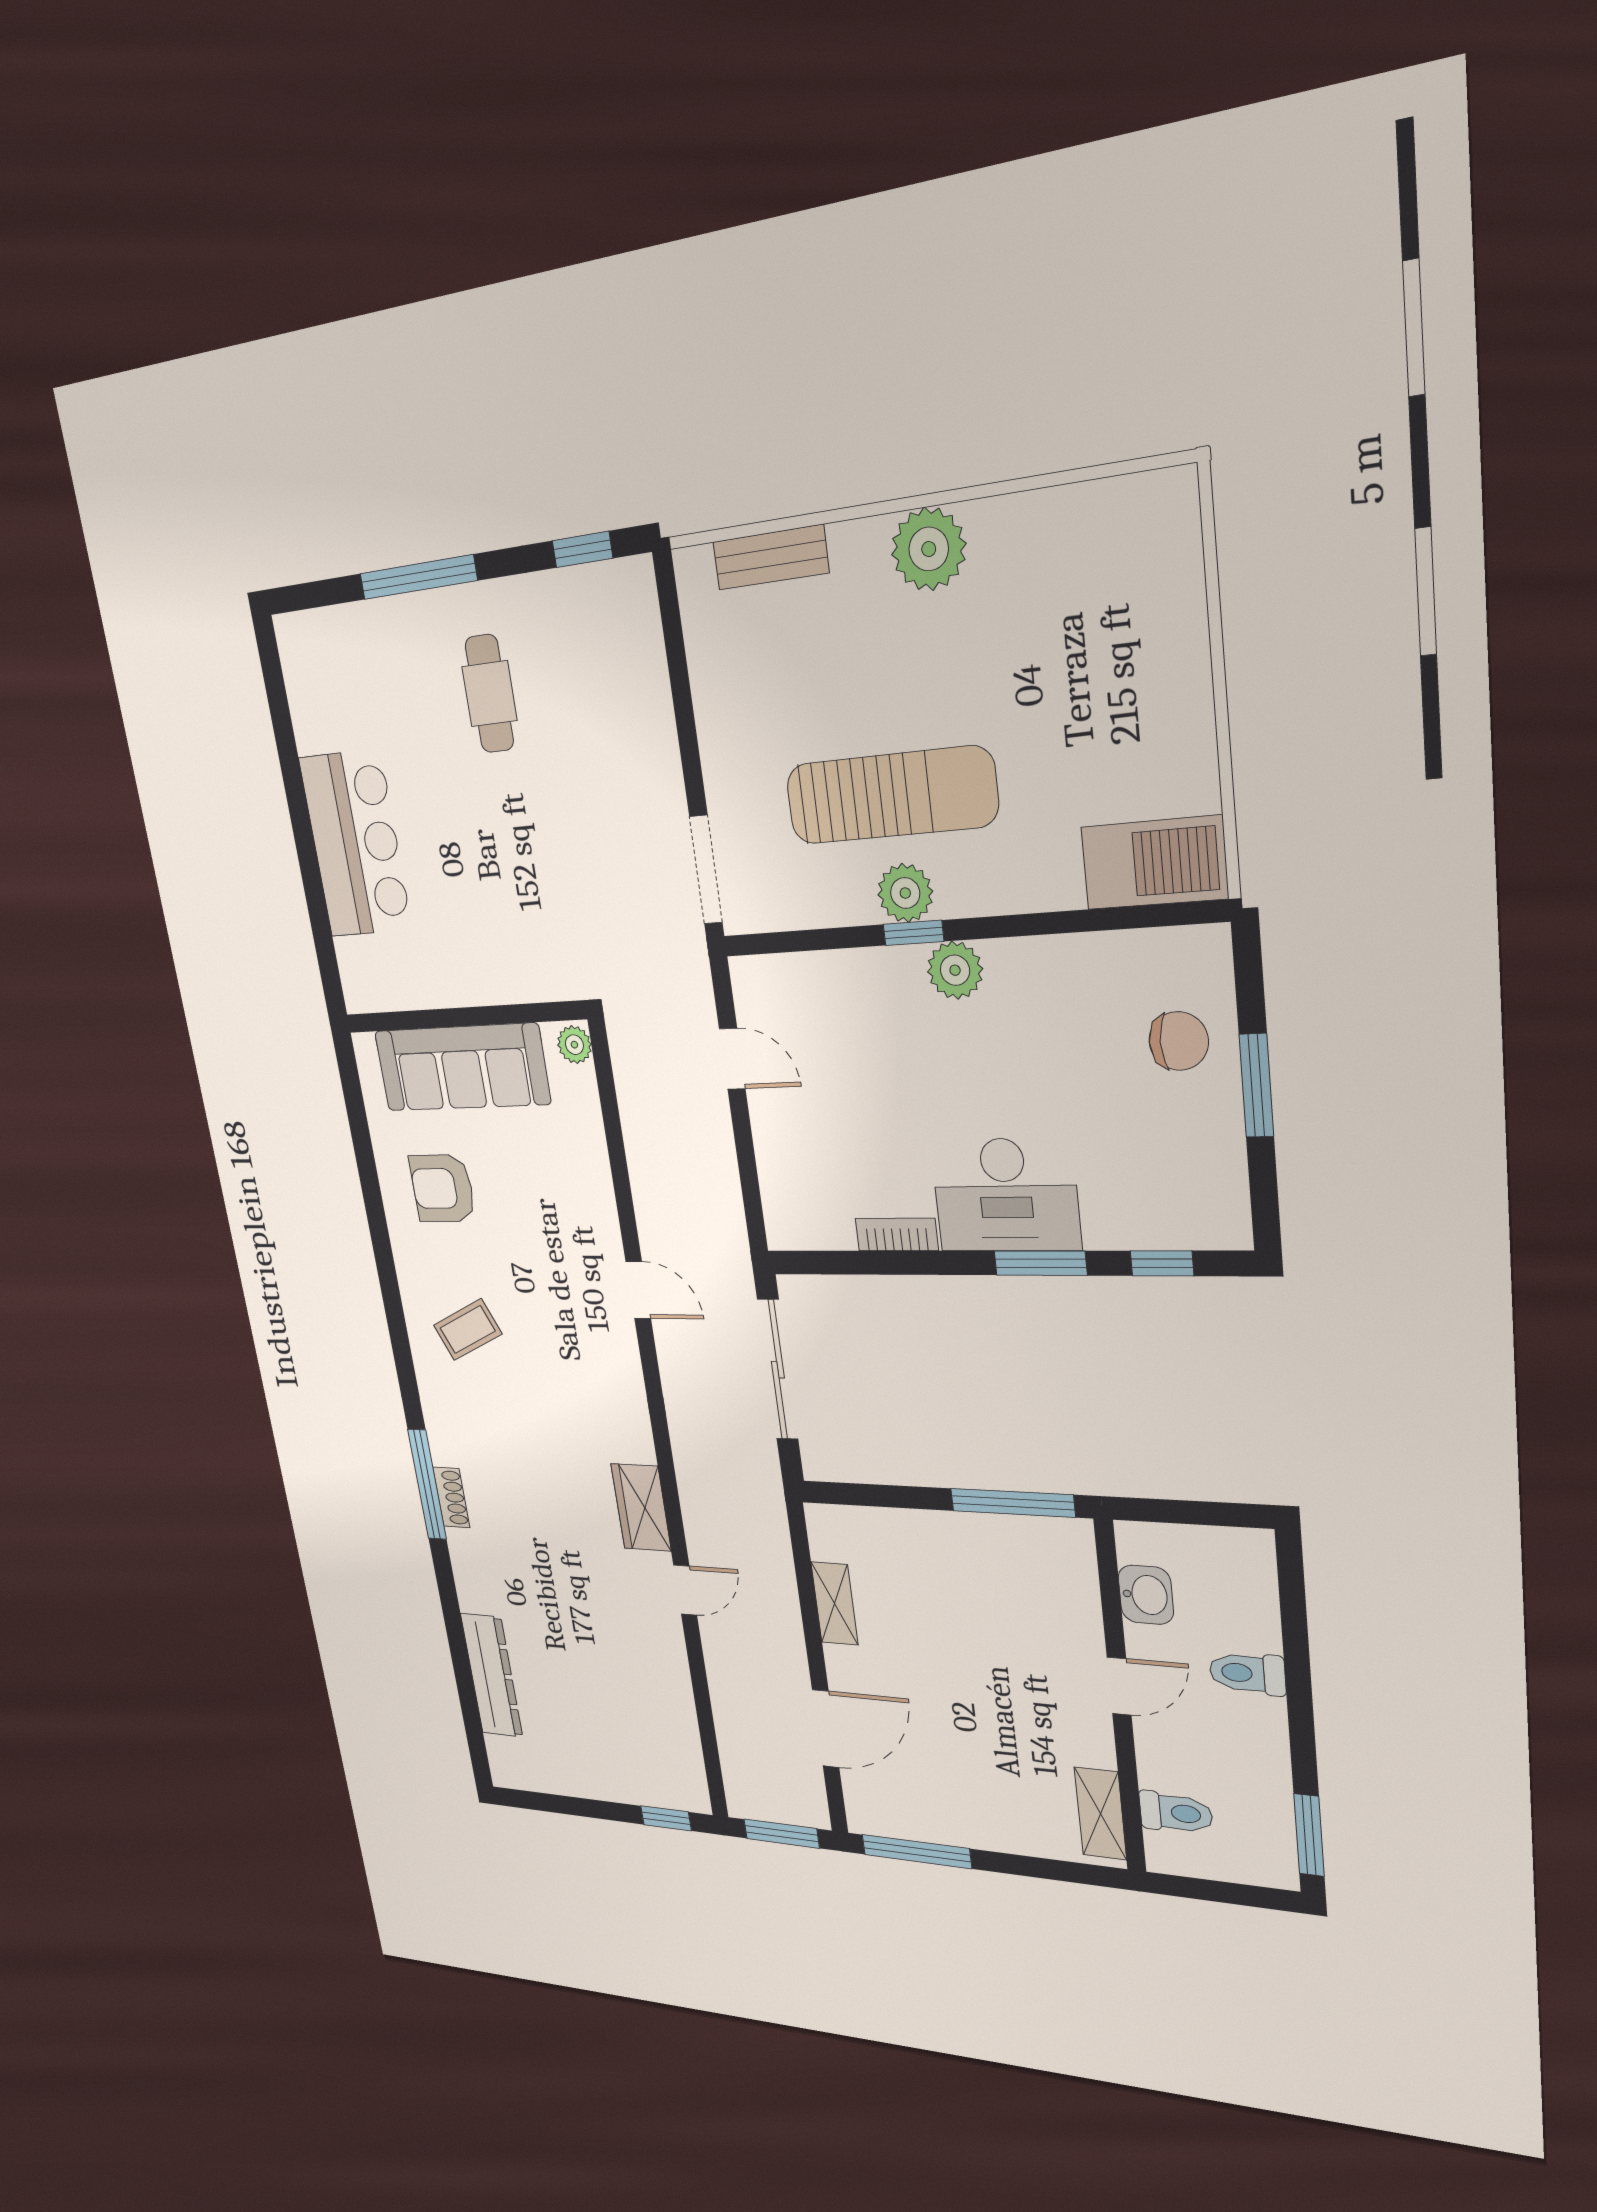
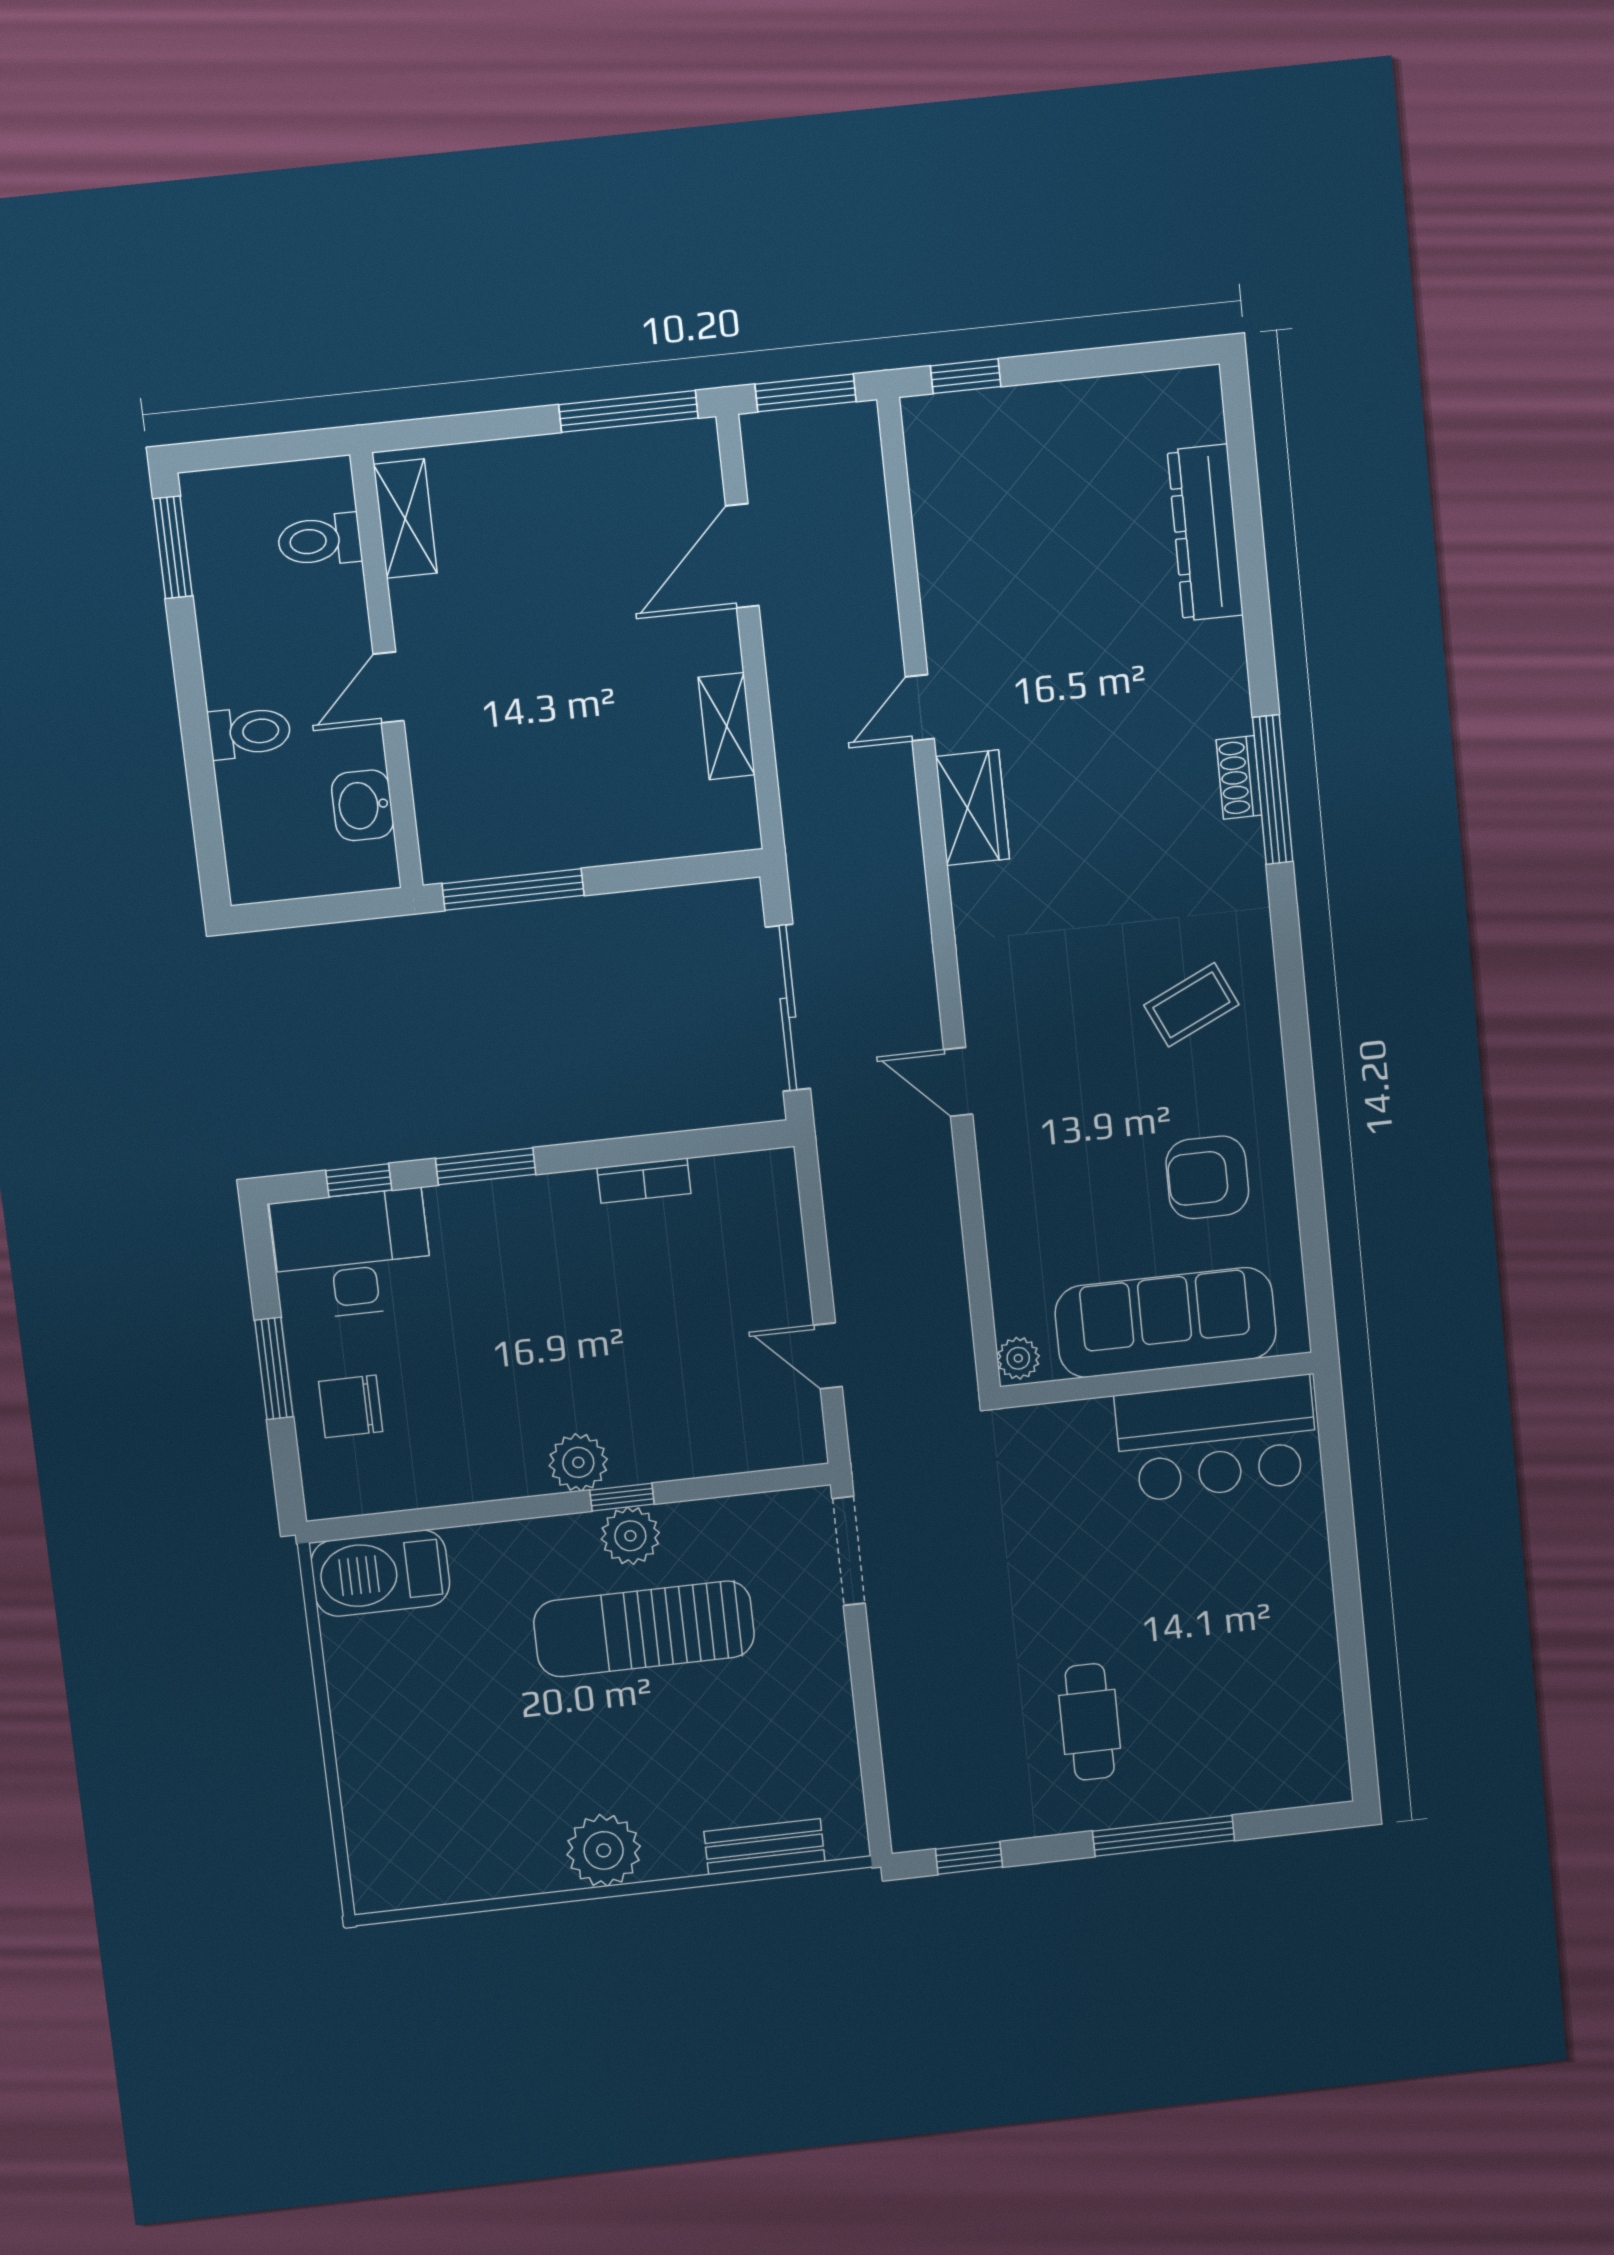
bar counter: (356, 844) -> (1217, 1439), moved, turned -90
armchair: (442, 1188) -> (1207, 1177), turned 180
desk: (1006, 1195) -> (352, 1254), moved

